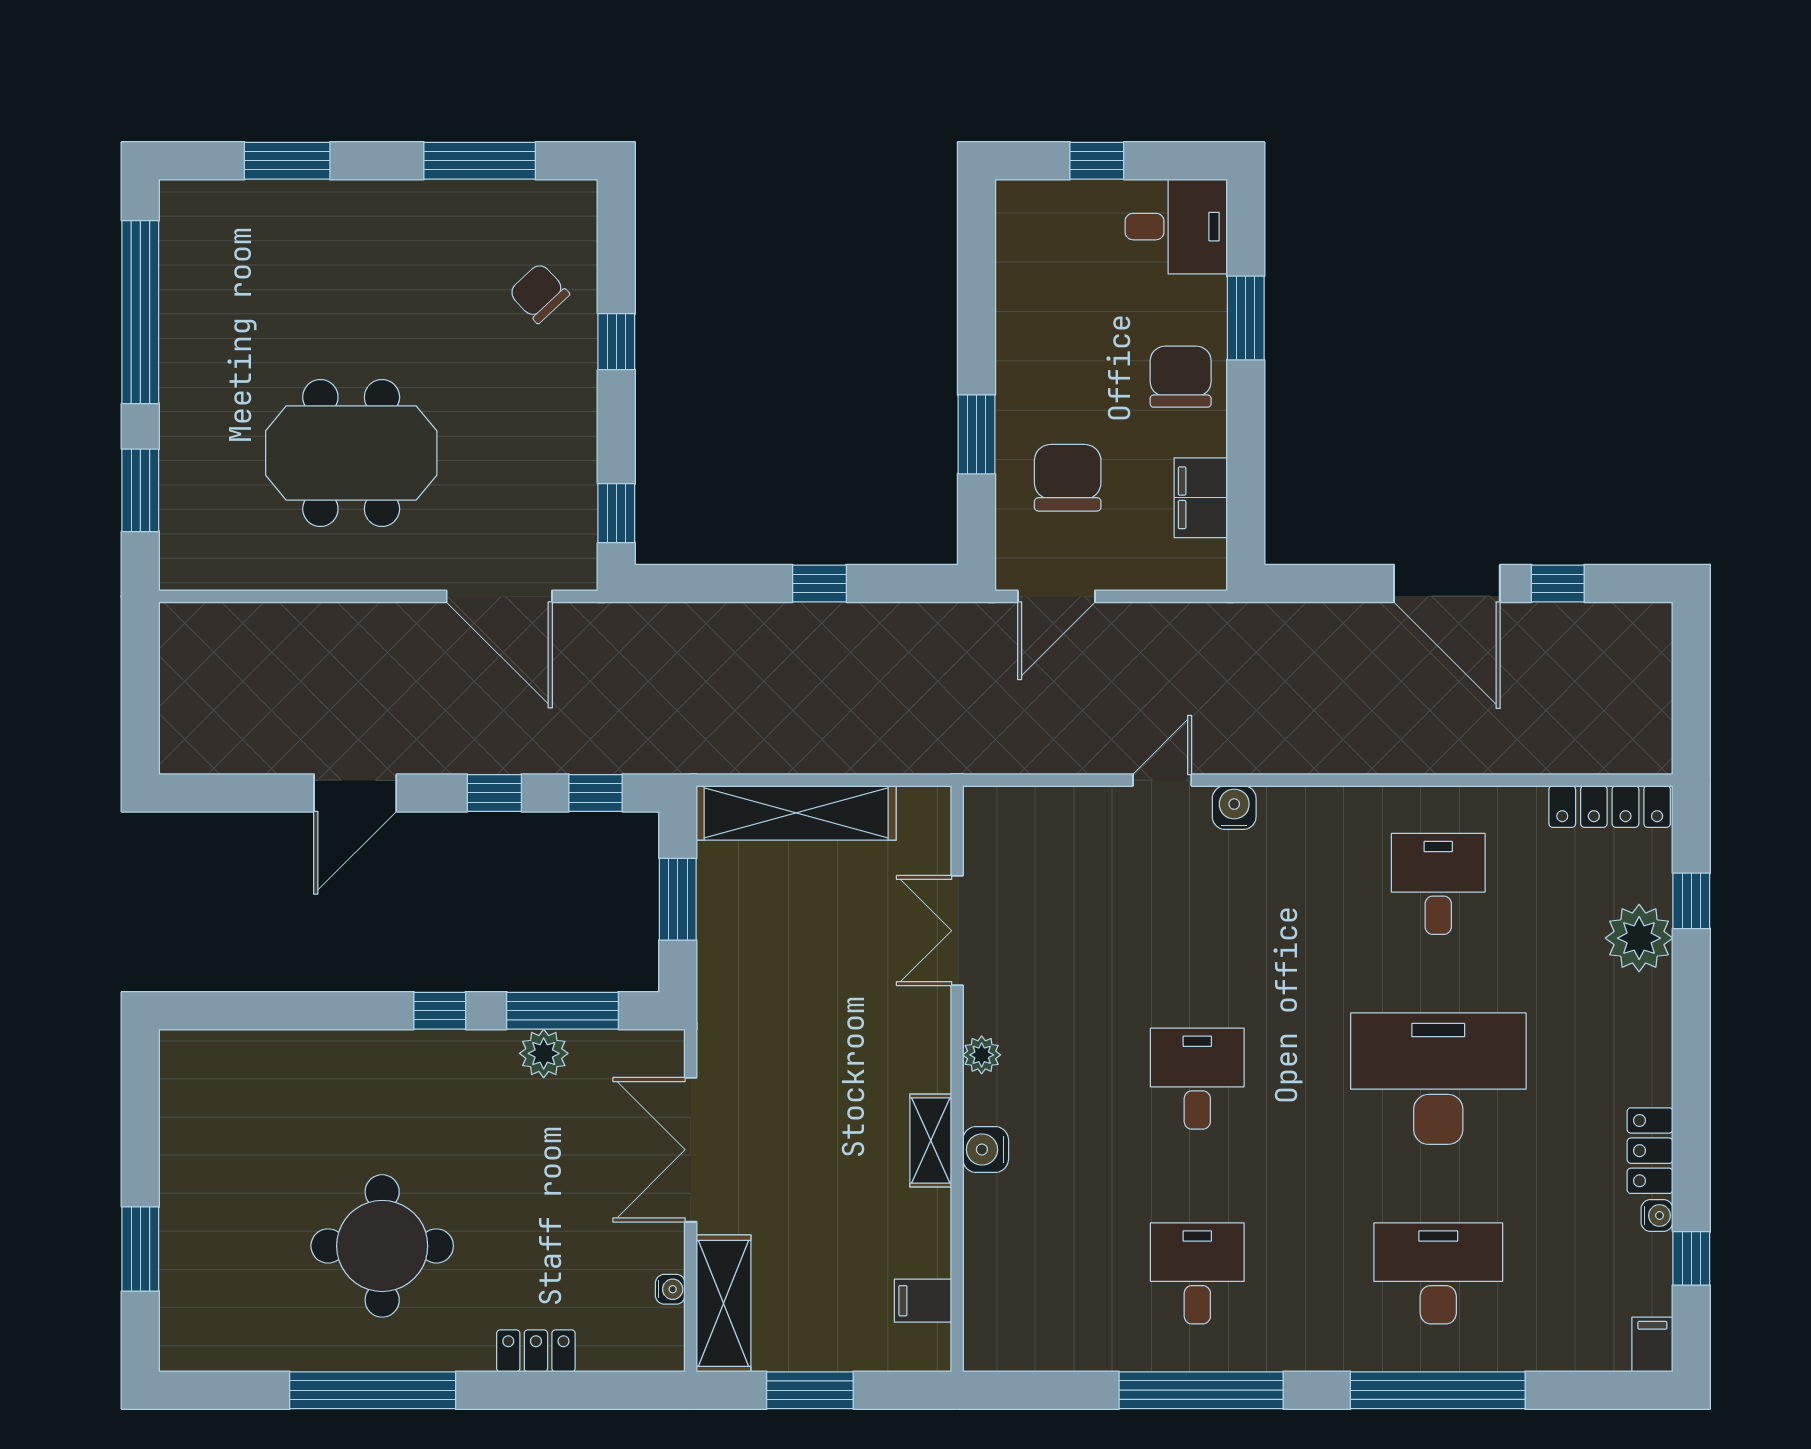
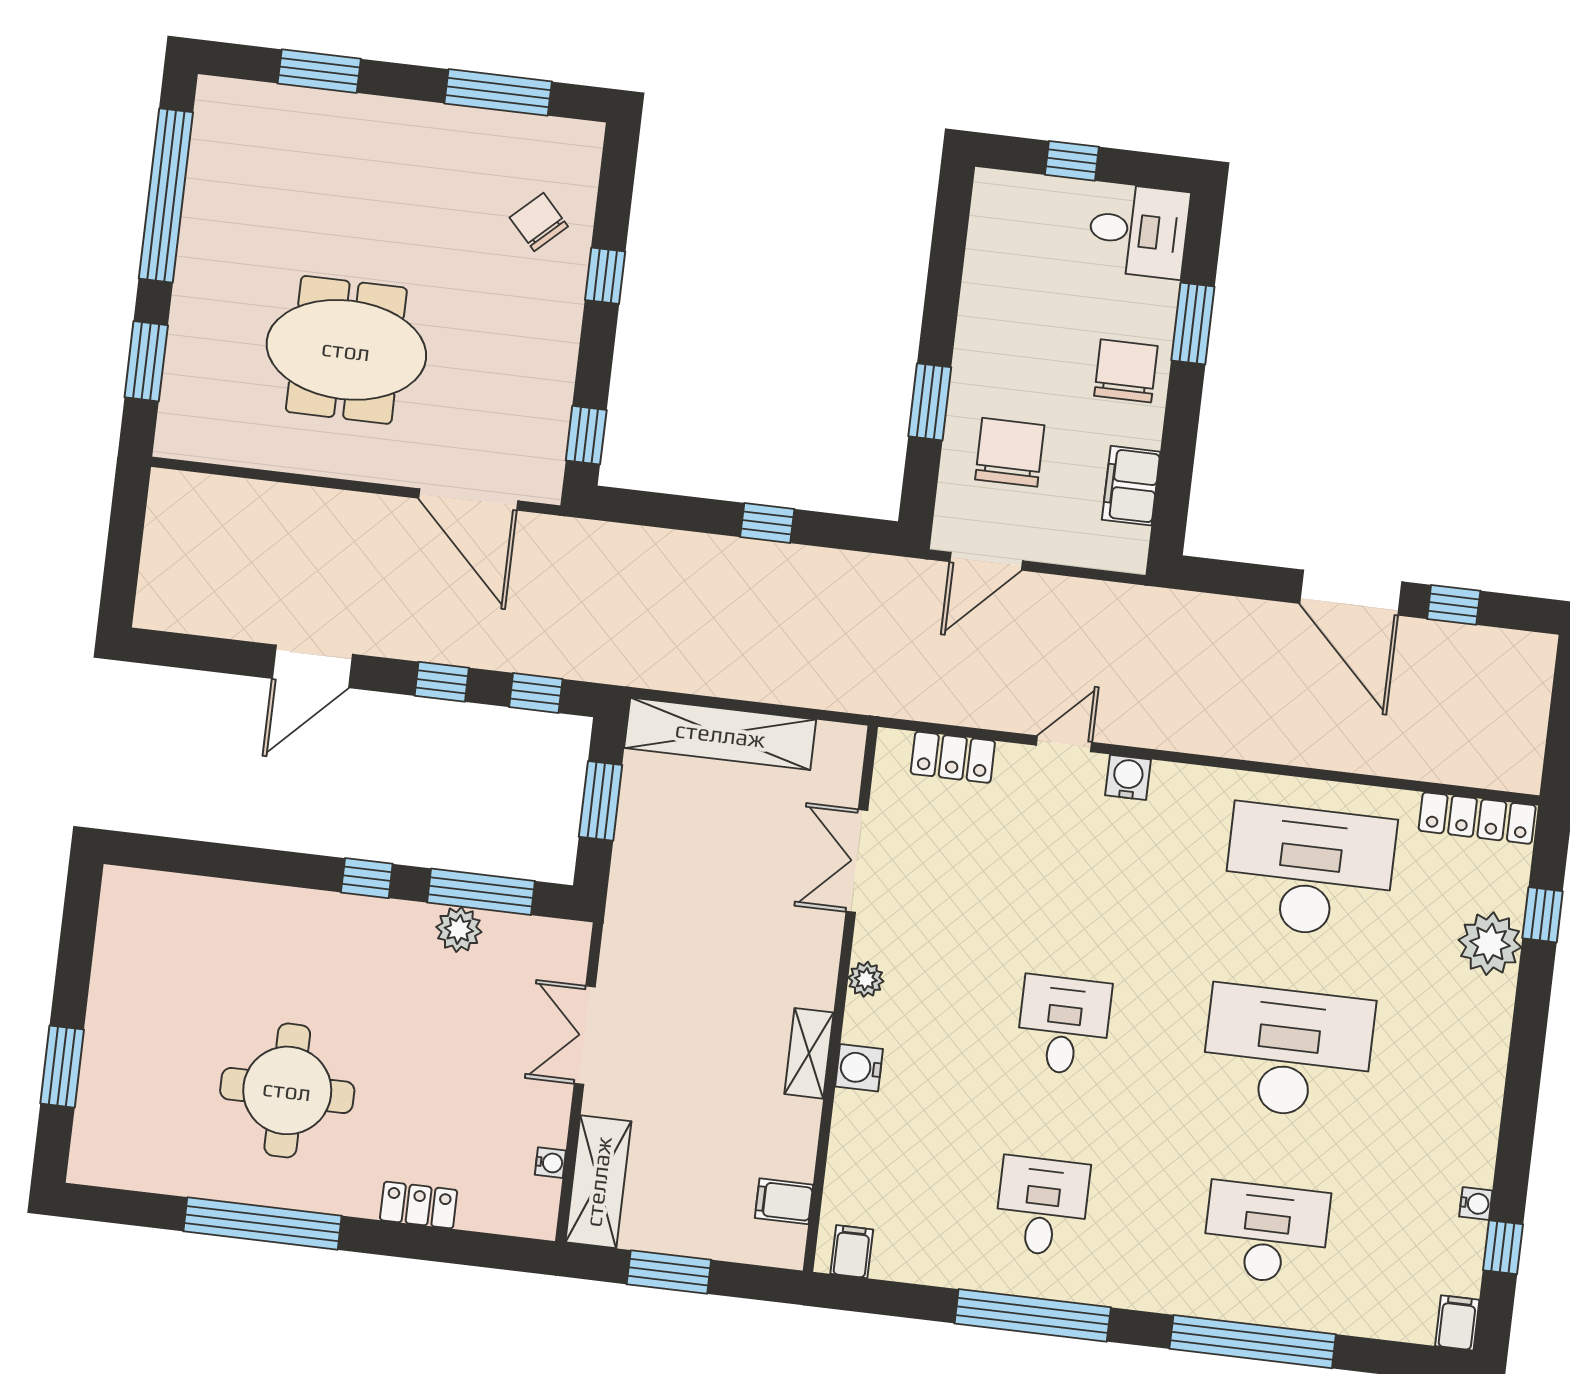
desk: (1438, 884) -> (1309, 871), width x1.87, depth x1.30
double door: (691, 1150) -> (585, 1035), width x0.73
locker: (1650, 1151) -> (953, 757), moved, turned -90
filing cabinet: (1001, 1345) -> (852, 1252), added

